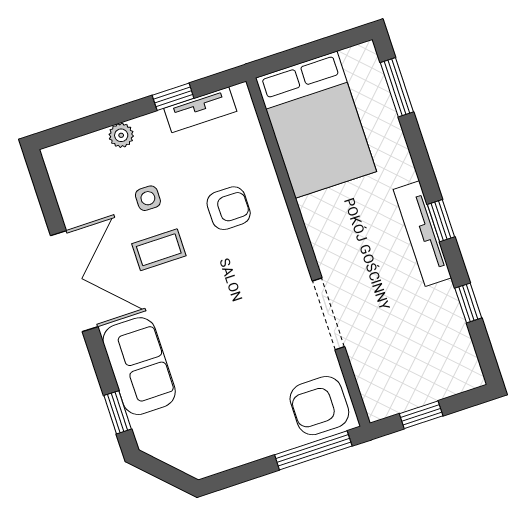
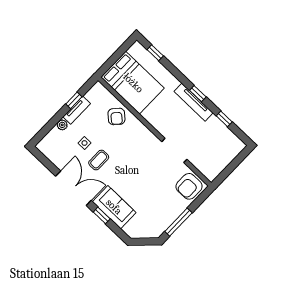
window: (397, 87) -> (155, 53), width x0.67
tv unit: (200, 110) -> (77, 110), moved
armchair: (229, 208) -> (116, 116), moved, turned 132
window: (118, 412) -> (102, 215), moved
window: (421, 415) -> (229, 170), removed
window: (313, 450) -> (178, 222), moved

